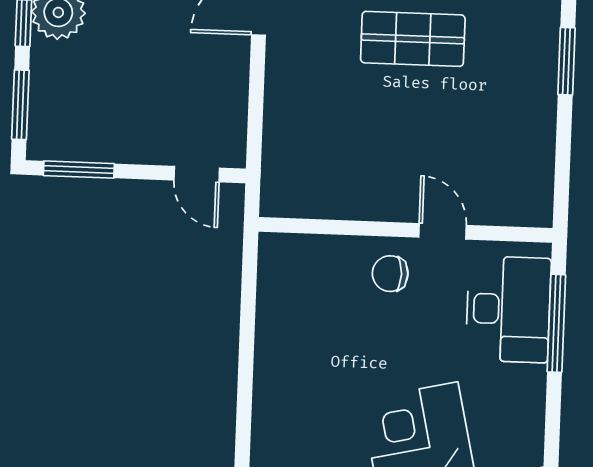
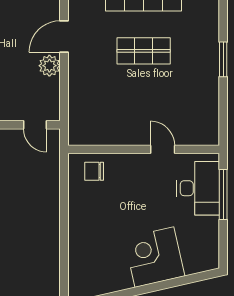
plant: (229, 61) -> (49, 66), added
chair: (390, 274) -> (94, 171), moved

